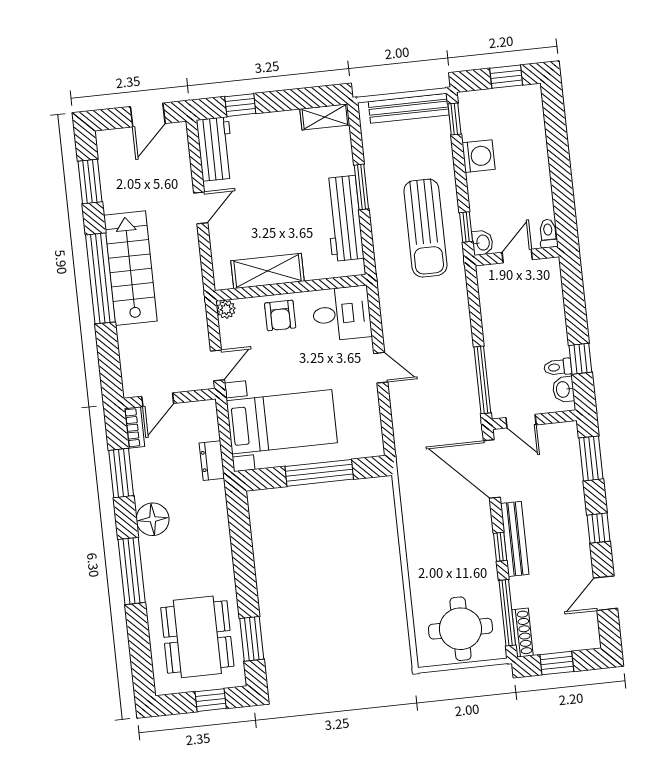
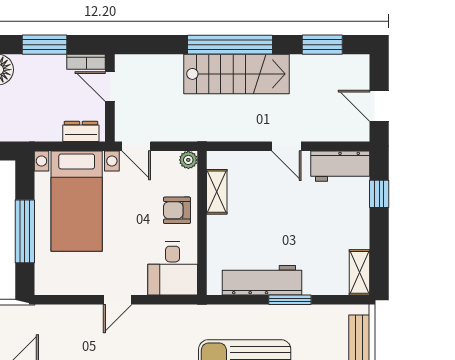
shelving: (267, 271) -> (217, 192), width x0.67, depth x0.75
dresser: (212, 461) -> (81, 131), moved

